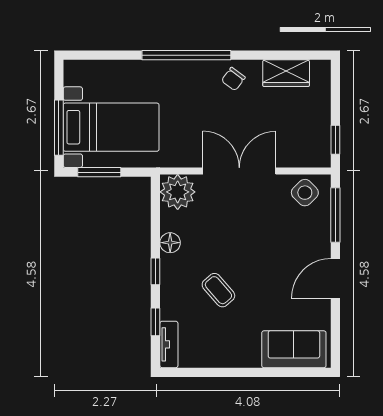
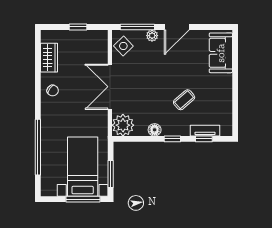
window: (186, 55) -> (38, 147), moved
window: (335, 140) -> (78, 27), moved
plant: (322, 239) -> (152, 36), added
door: (335, 278) -> (177, 27), hinge flipped
tv unit: (169, 344) -> (205, 131), moved

